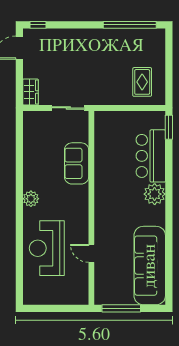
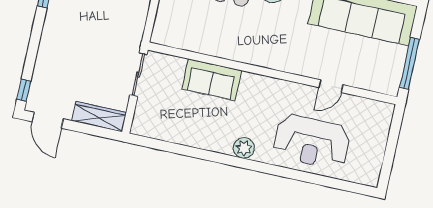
wardrobe: (31, 92) -> (99, 117), width x1.50

